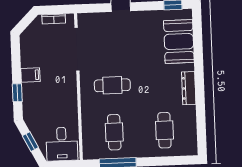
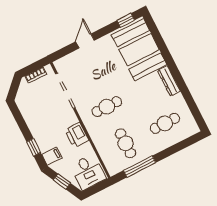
booth: (179, 42) -> (139, 50), width x1.36, depth x1.42
filing cabinet: (30, 75) -> (52, 156), moved
printer: (68, 101) -> (77, 135), added
cafe table: (164, 130) -> (165, 123), turned 90

